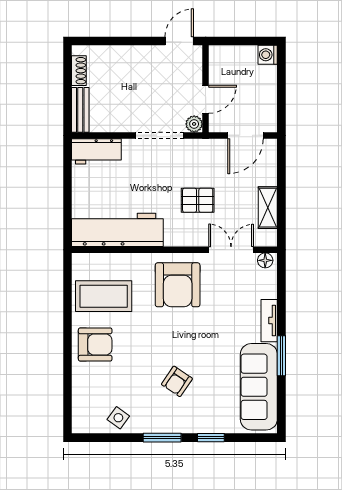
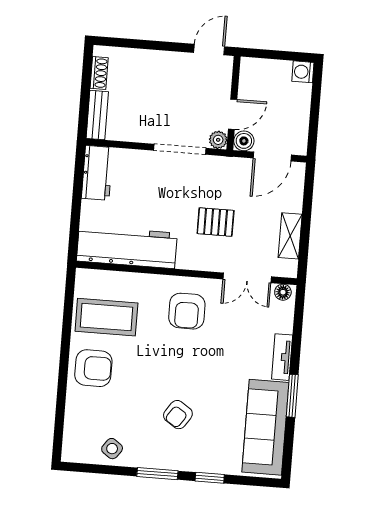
boiler: (218, 123) -> (244, 141), added
workbench: (96, 151) -> (97, 173), moved, turned -90
double door: (231, 250) -> (247, 278), swing flipped
armchair: (178, 285) -> (187, 311), width x0.73, depth x0.73

